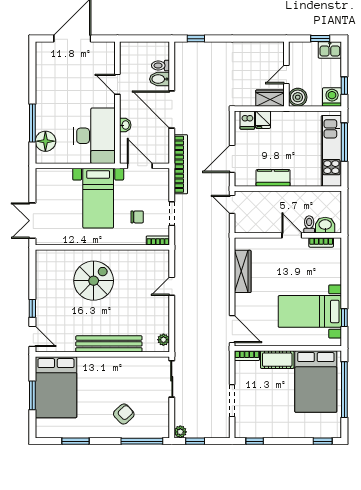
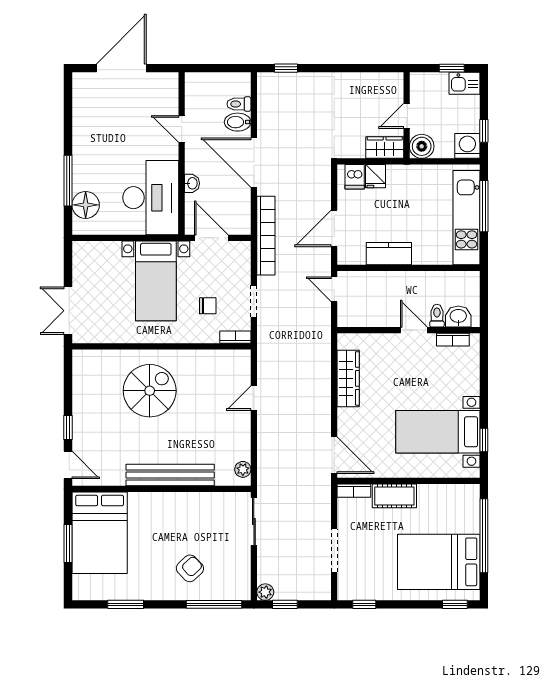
bed: (316, 382) -> (439, 562), moved, turned 90

